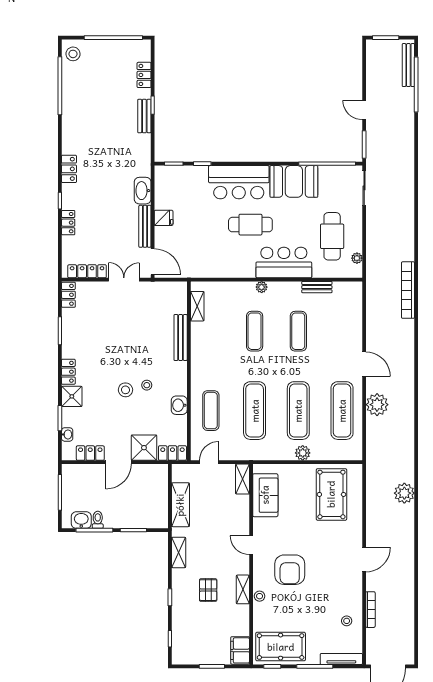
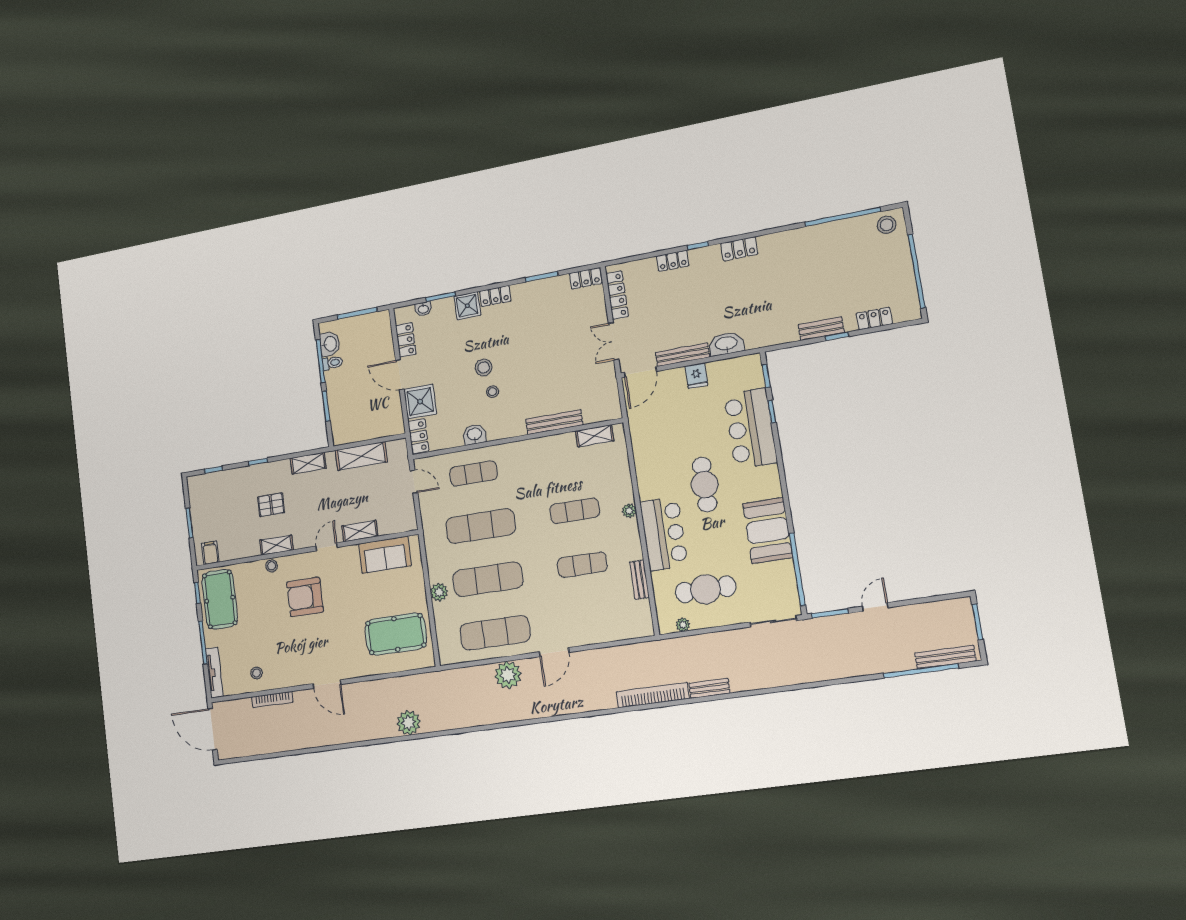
bar counter: (239, 182) -> (750, 428), moved
bench: (409, 245) -> (709, 688), added
double door: (124, 280) -> (614, 341), swing flipped
shelving: (243, 479) -> (360, 531), moved
filing cabinet: (240, 650) -> (210, 553), width x0.50

